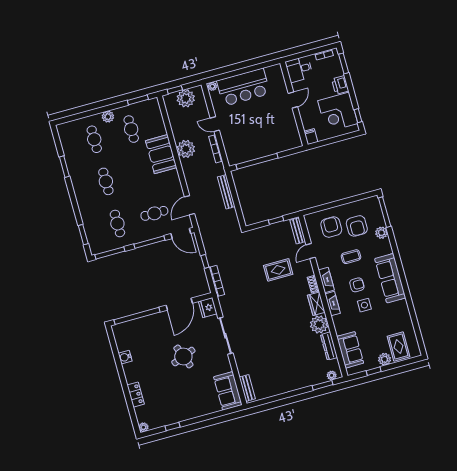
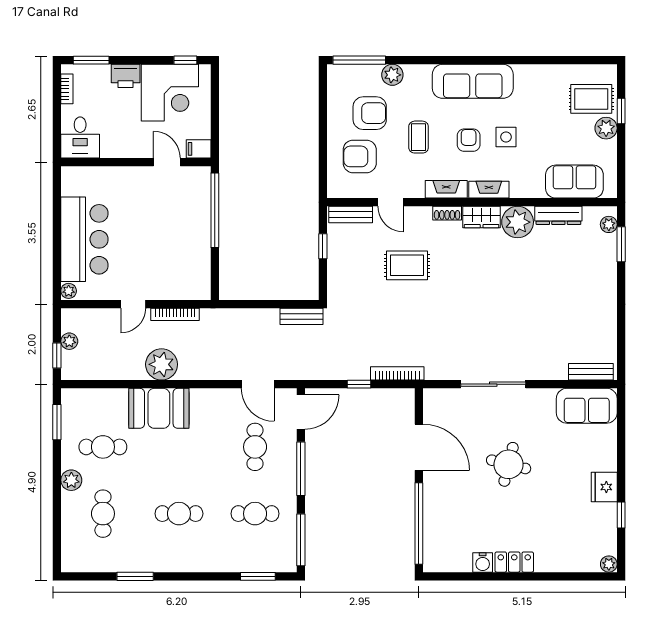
plant: (186, 98) -> (69, 341), width x0.53, depth x0.53
door: (293, 100) -> (167, 162), moved
cafe table: (94, 139) -> (103, 514), turned 90
window: (257, 161) -> (215, 210), moved
bench: (226, 192) -> (302, 316), moved, width x0.73
rug: (278, 270) -> (407, 265), turned 90
fridge: (208, 308) -> (604, 487), moved, turned 90
round table: (183, 356) -> (509, 464), turned 35
window: (374, 371) -> (621, 111), moved
locker: (136, 395) -> (514, 562), moved

